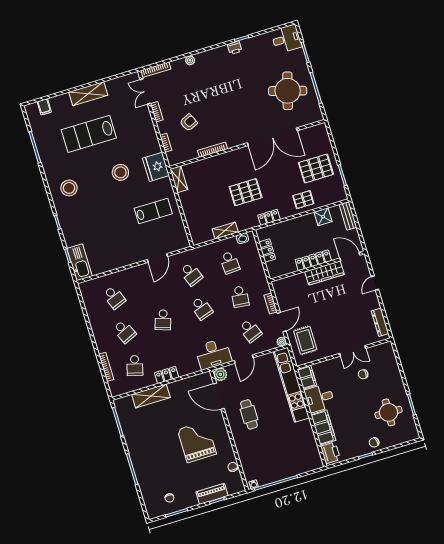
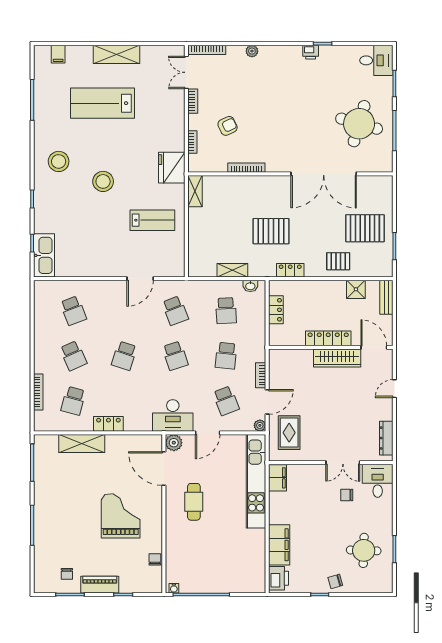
stool: (120, 172) -> (103, 181), moved
desk: (319, 398) -> (378, 481), moved, turned 90
piano: (212, 494) -> (100, 585), moved

